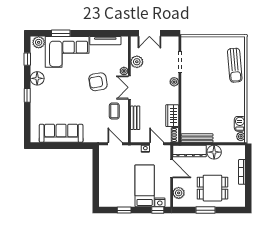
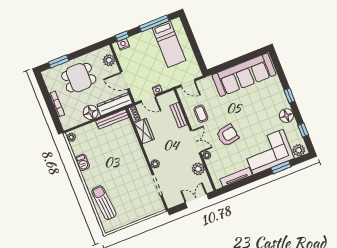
barbecue: (240, 124) -> (82, 162), moved
sofa: (61, 133) -> (244, 75), width x1.36, depth x1.27
bed: (145, 186) -> (169, 44), moved
window: (124, 210) -> (154, 23), width x2.17
window: (206, 210) -> (59, 61), moved

